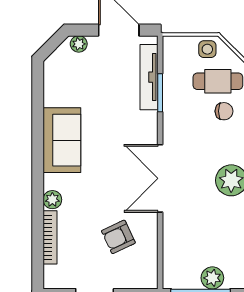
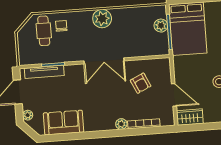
side table: (207, 49) -> (25, 38), removed
sofa: (62, 140) -> (63, 123), moved

